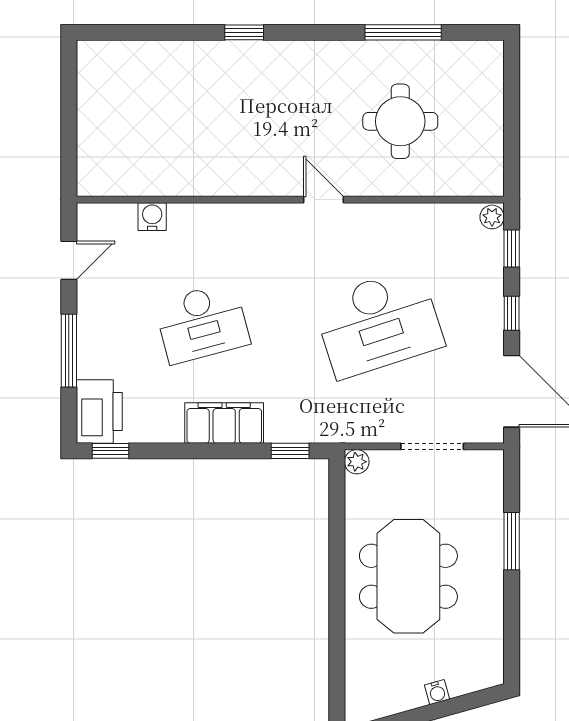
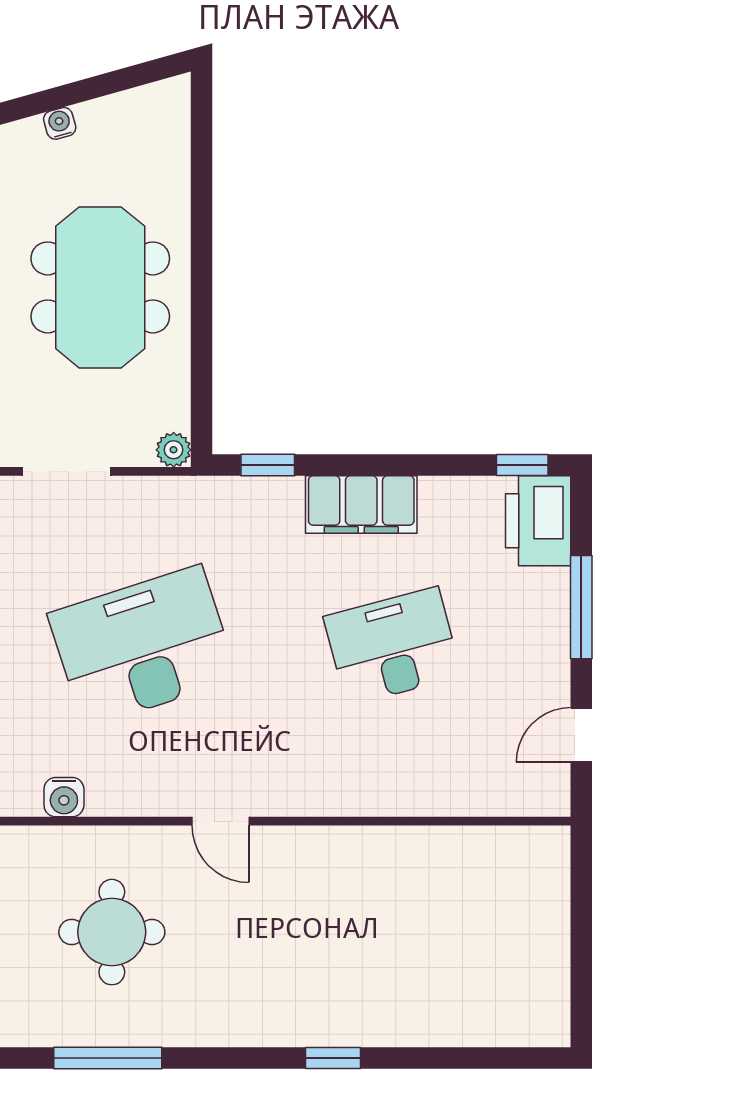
water cooler: (152, 217) -> (64, 797), moved

